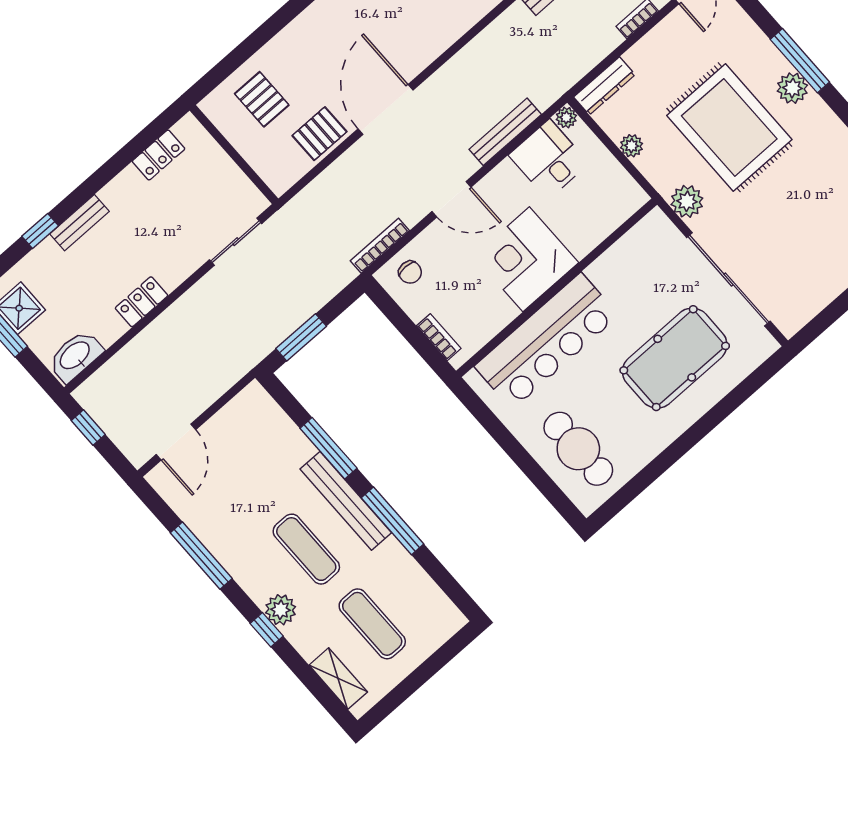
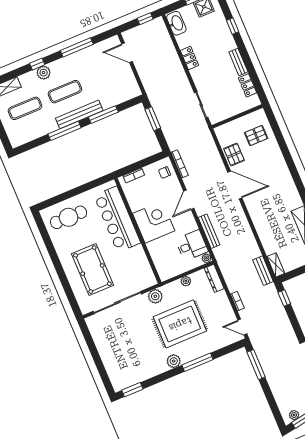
plant: (792, 88) -> (174, 361), moved
bench: (79, 223) -> (238, 62), moved

